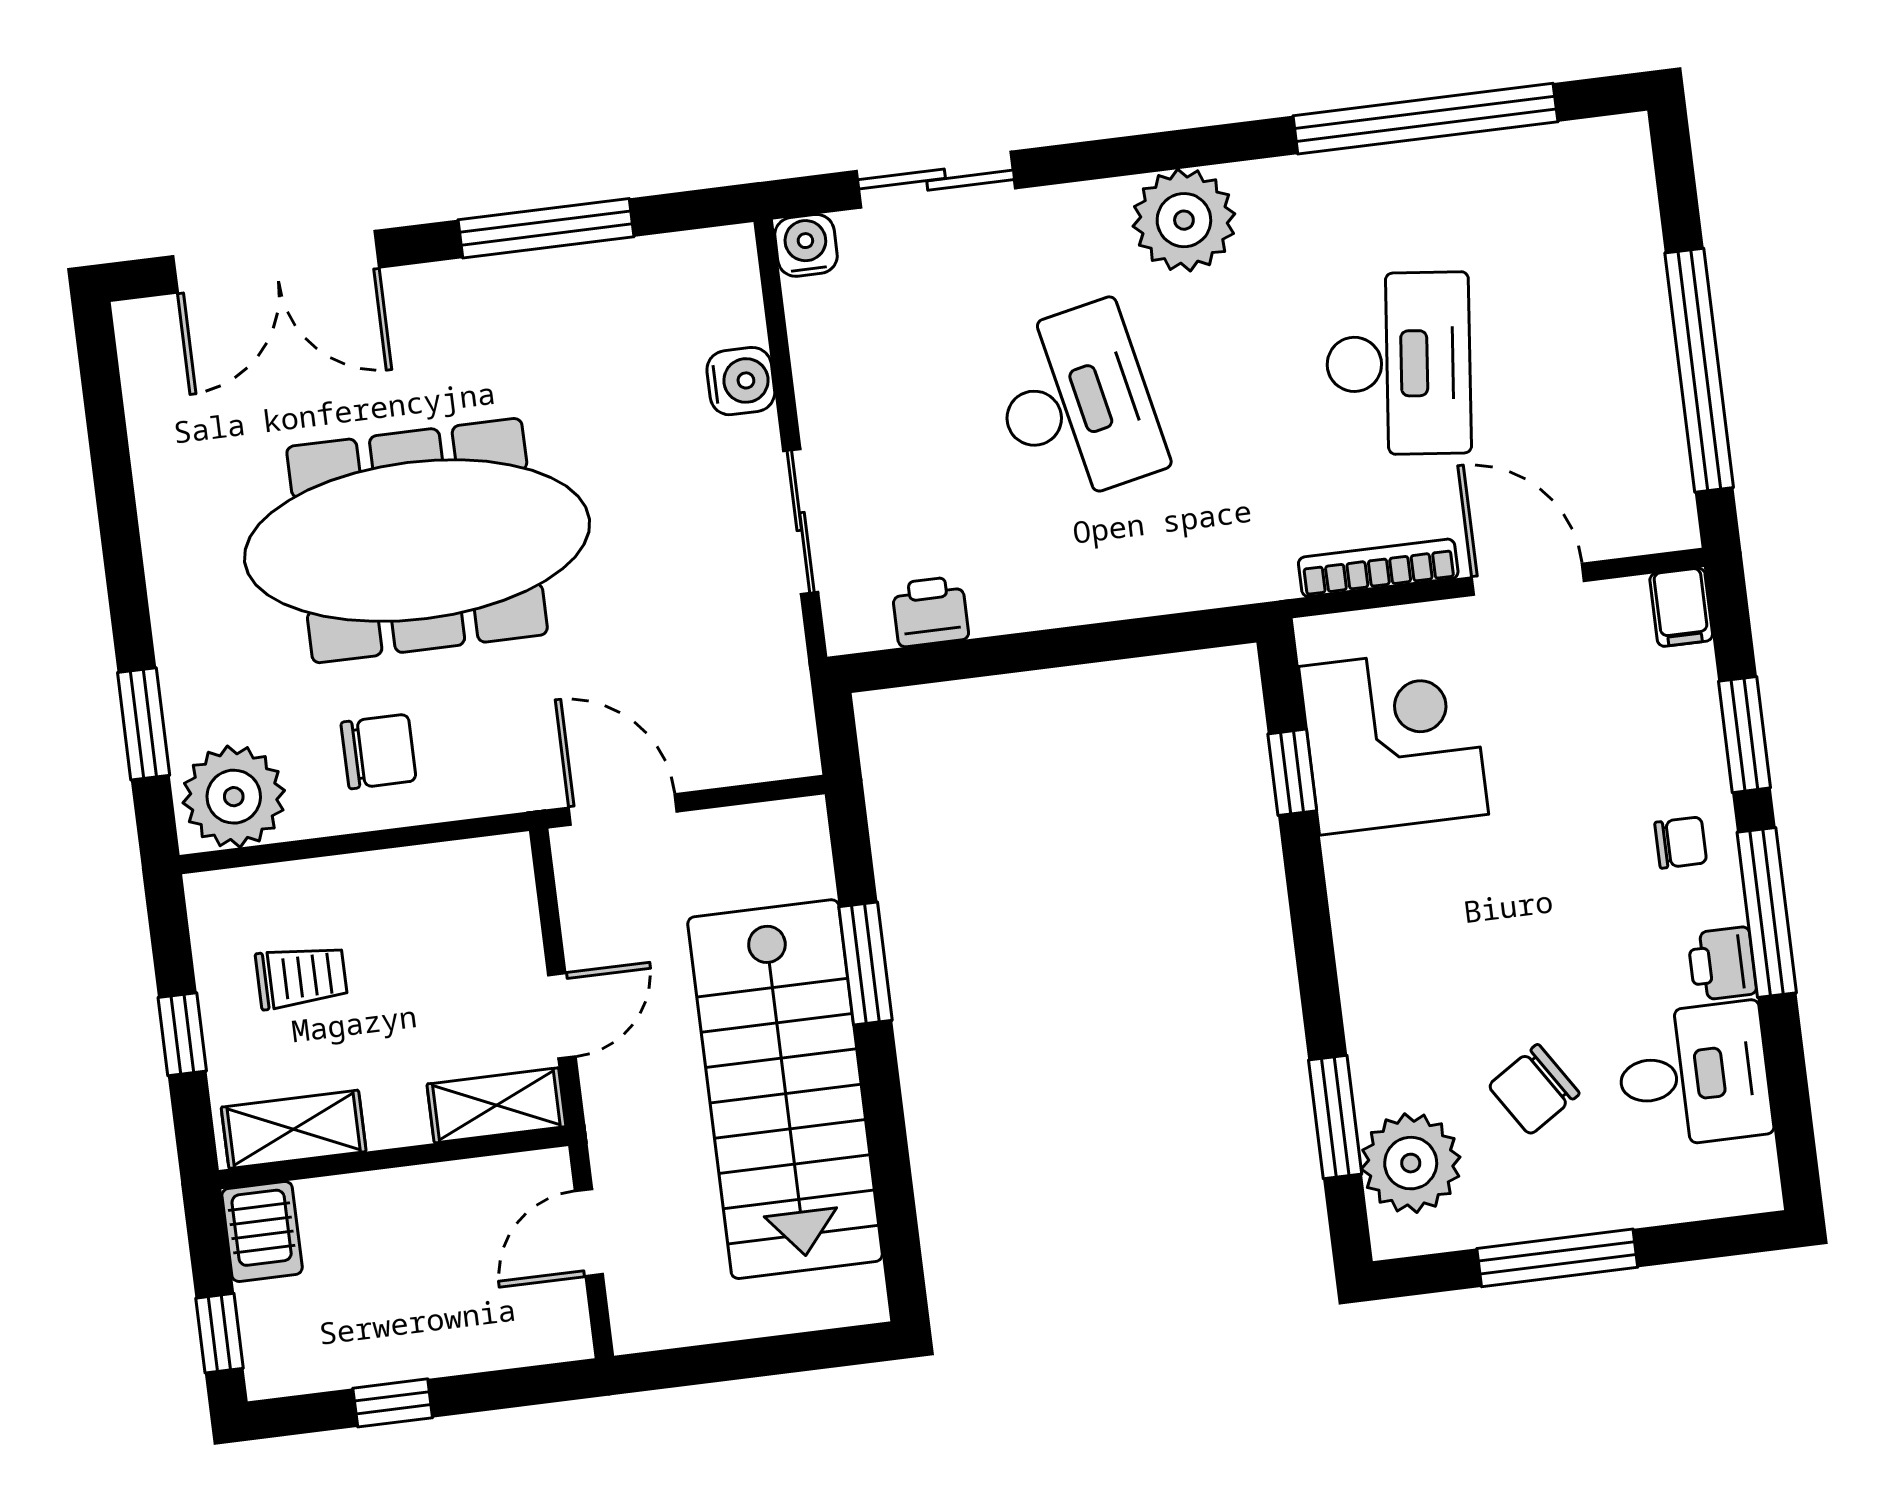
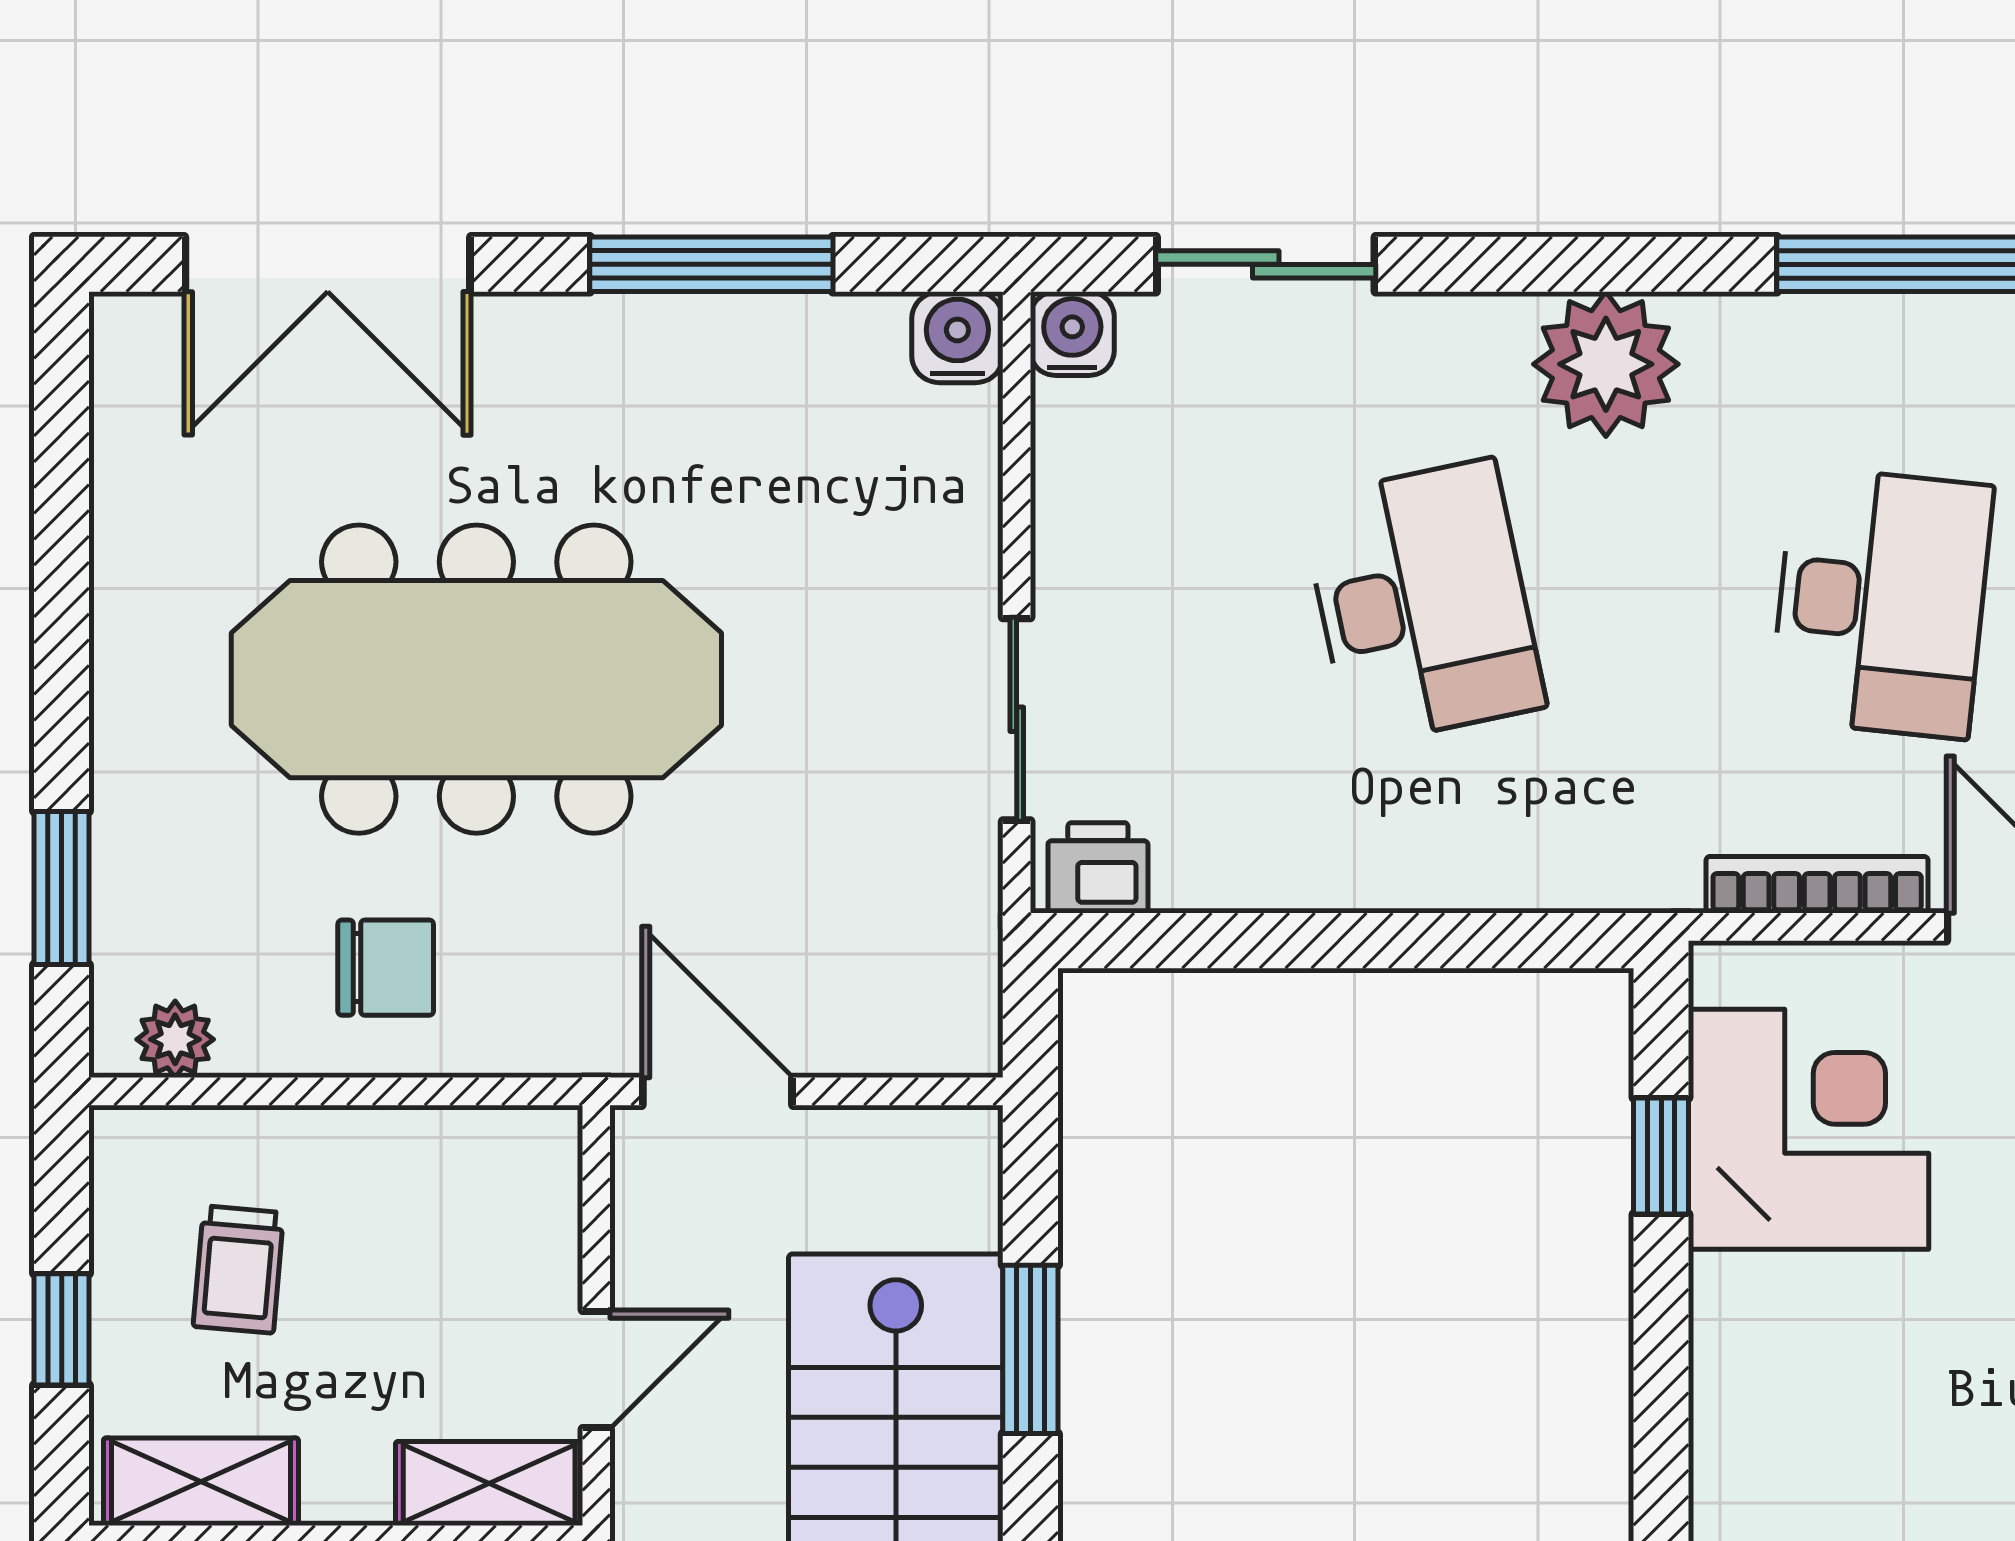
water cooler: (741, 381) -> (957, 337), moved, turned -90
printer: (930, 611) -> (1098, 868), moved
plant: (234, 797) -> (175, 1039), width x0.53, depth x0.53
trolley: (301, 977) -> (238, 1270), turned 95

